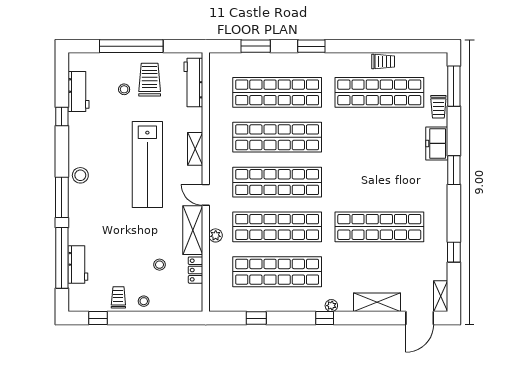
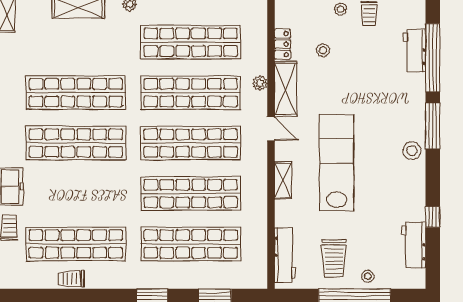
stool: (124, 89) -> (368, 276), moved
shop shelf: (379, 182) -> (76, 143), added

